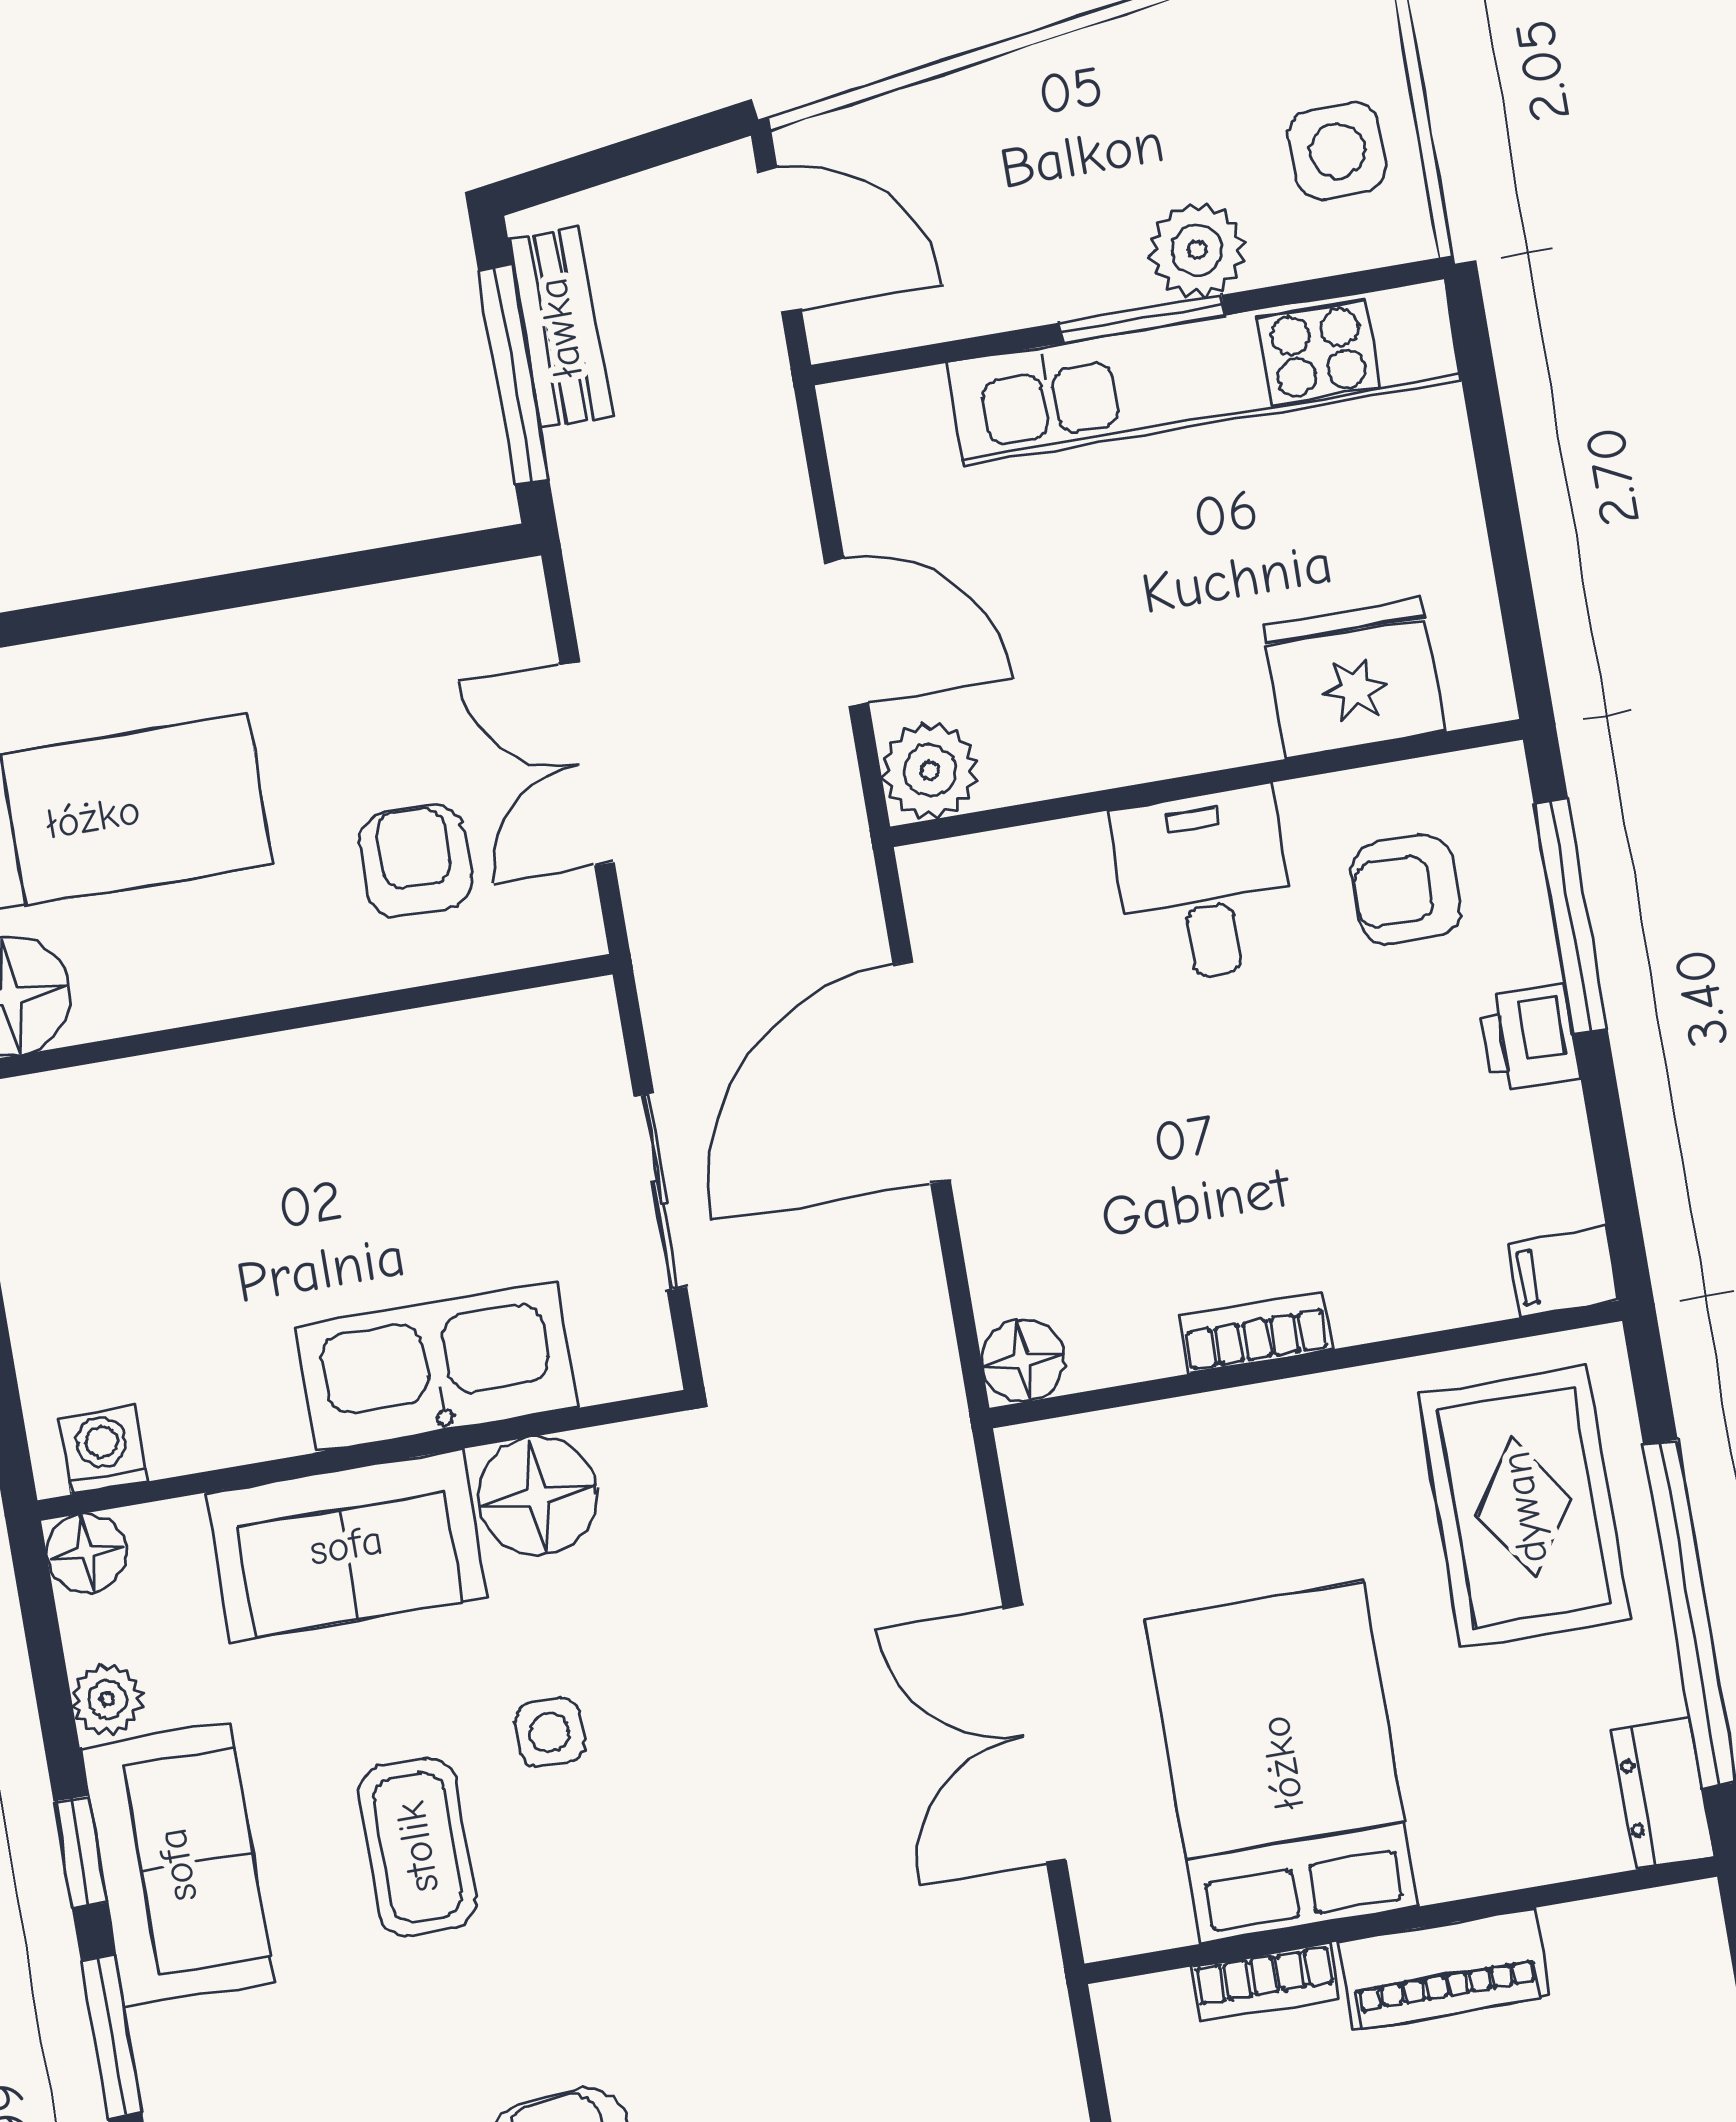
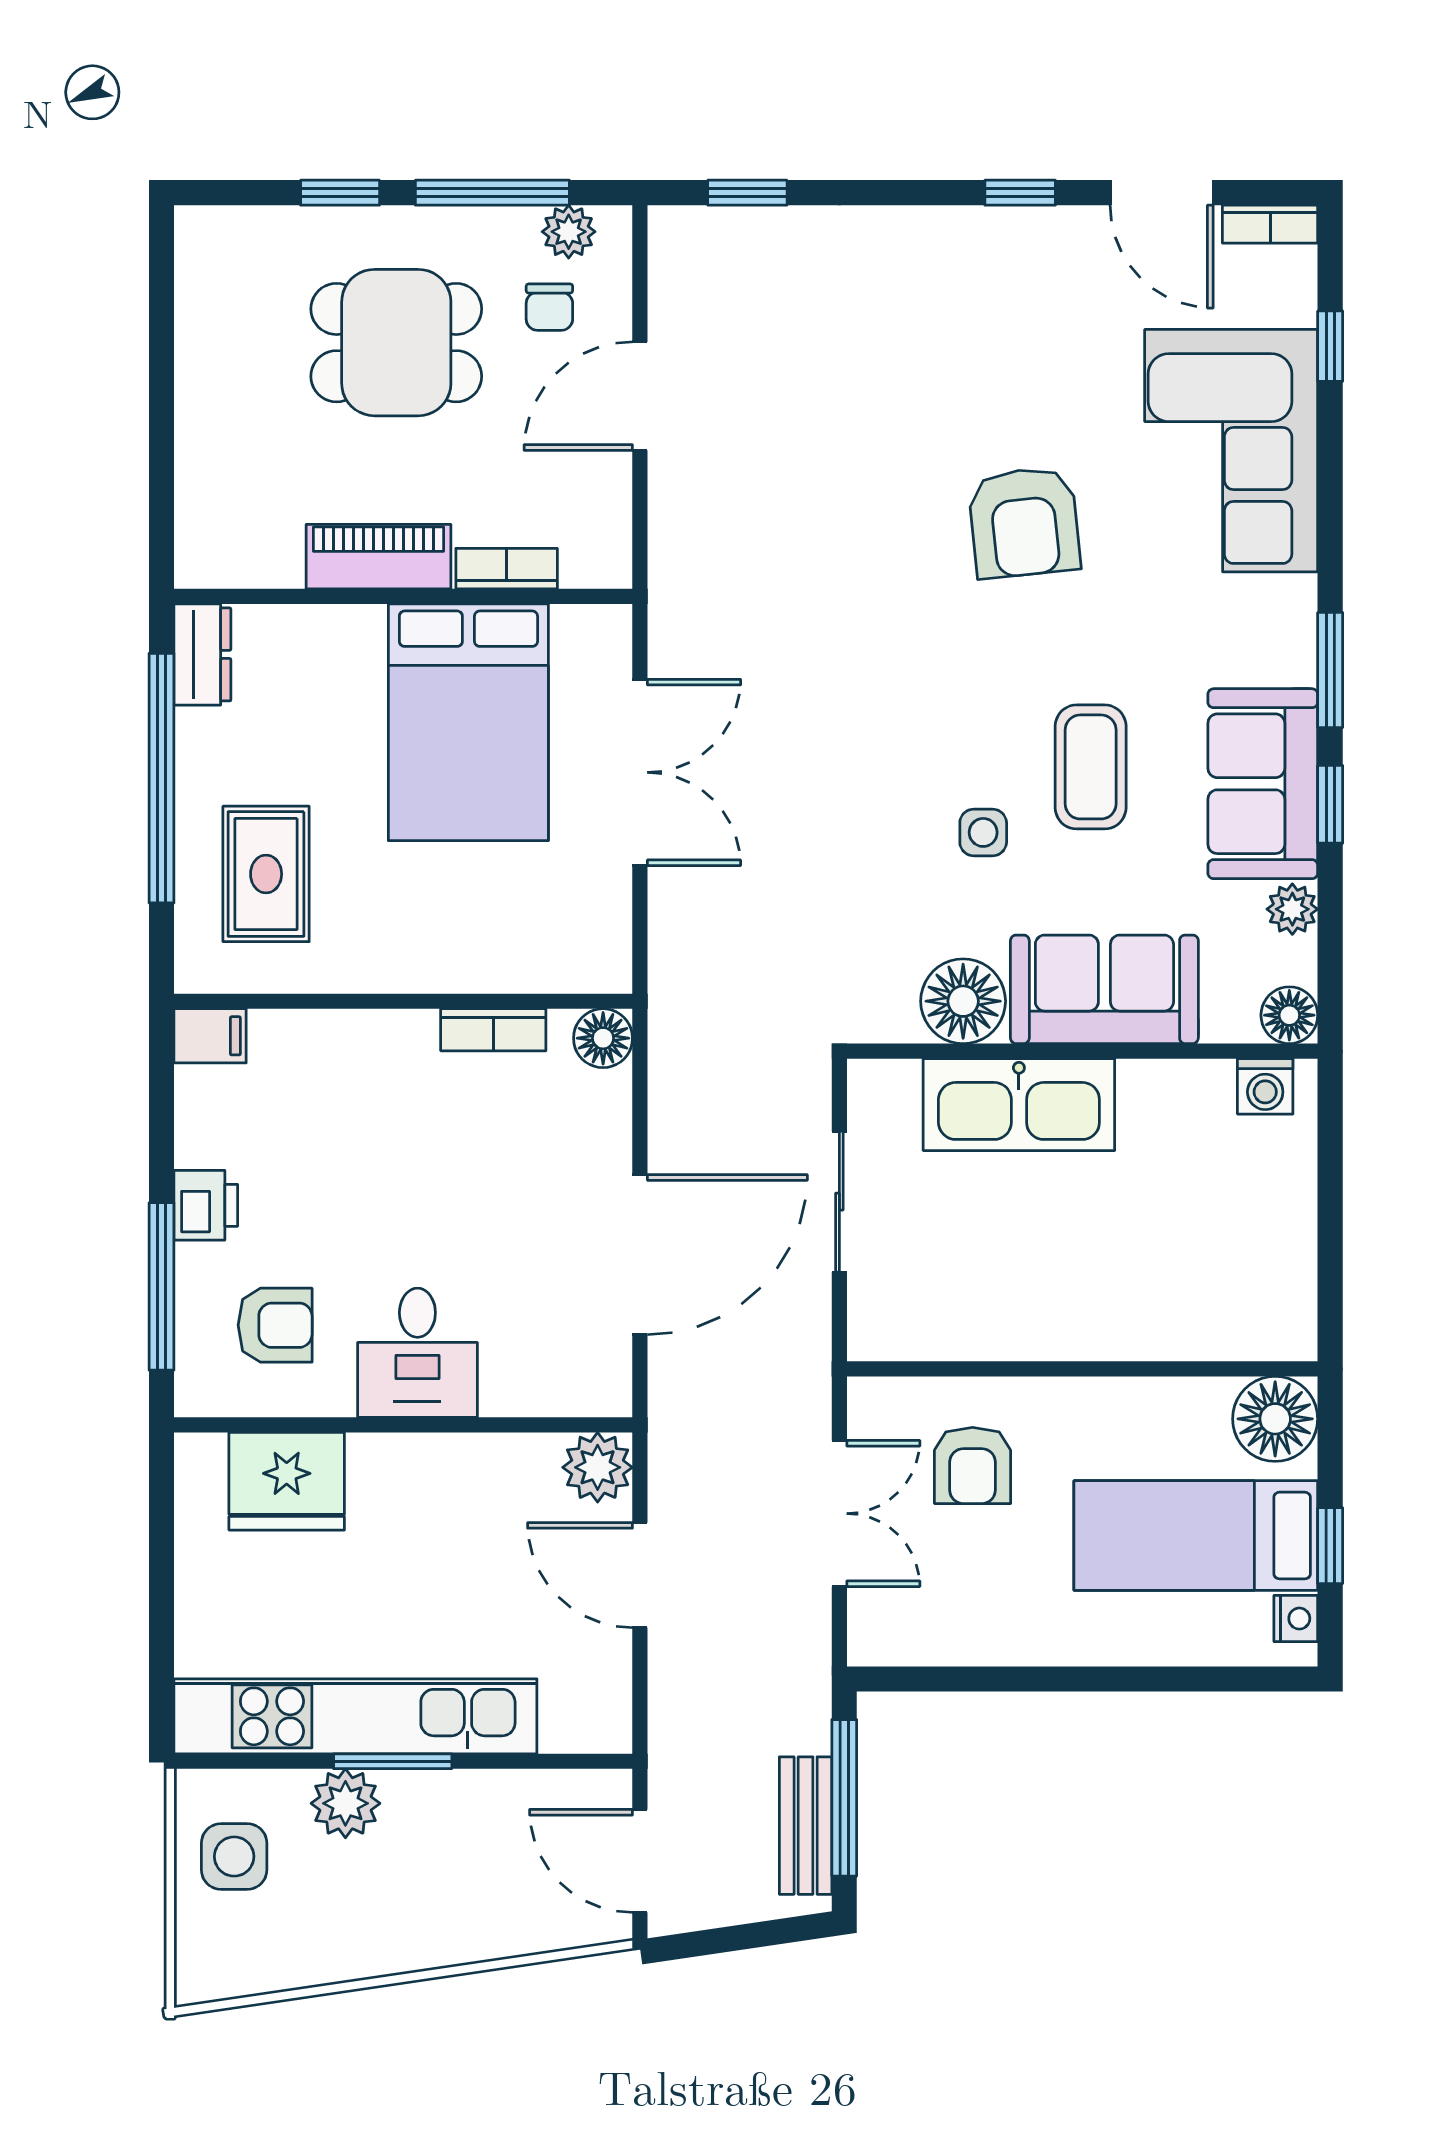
bookcase: (1256, 1333) -> (493, 1030), moved
rug: (1524, 1507) -> (266, 874), width x0.73, depth x0.70

